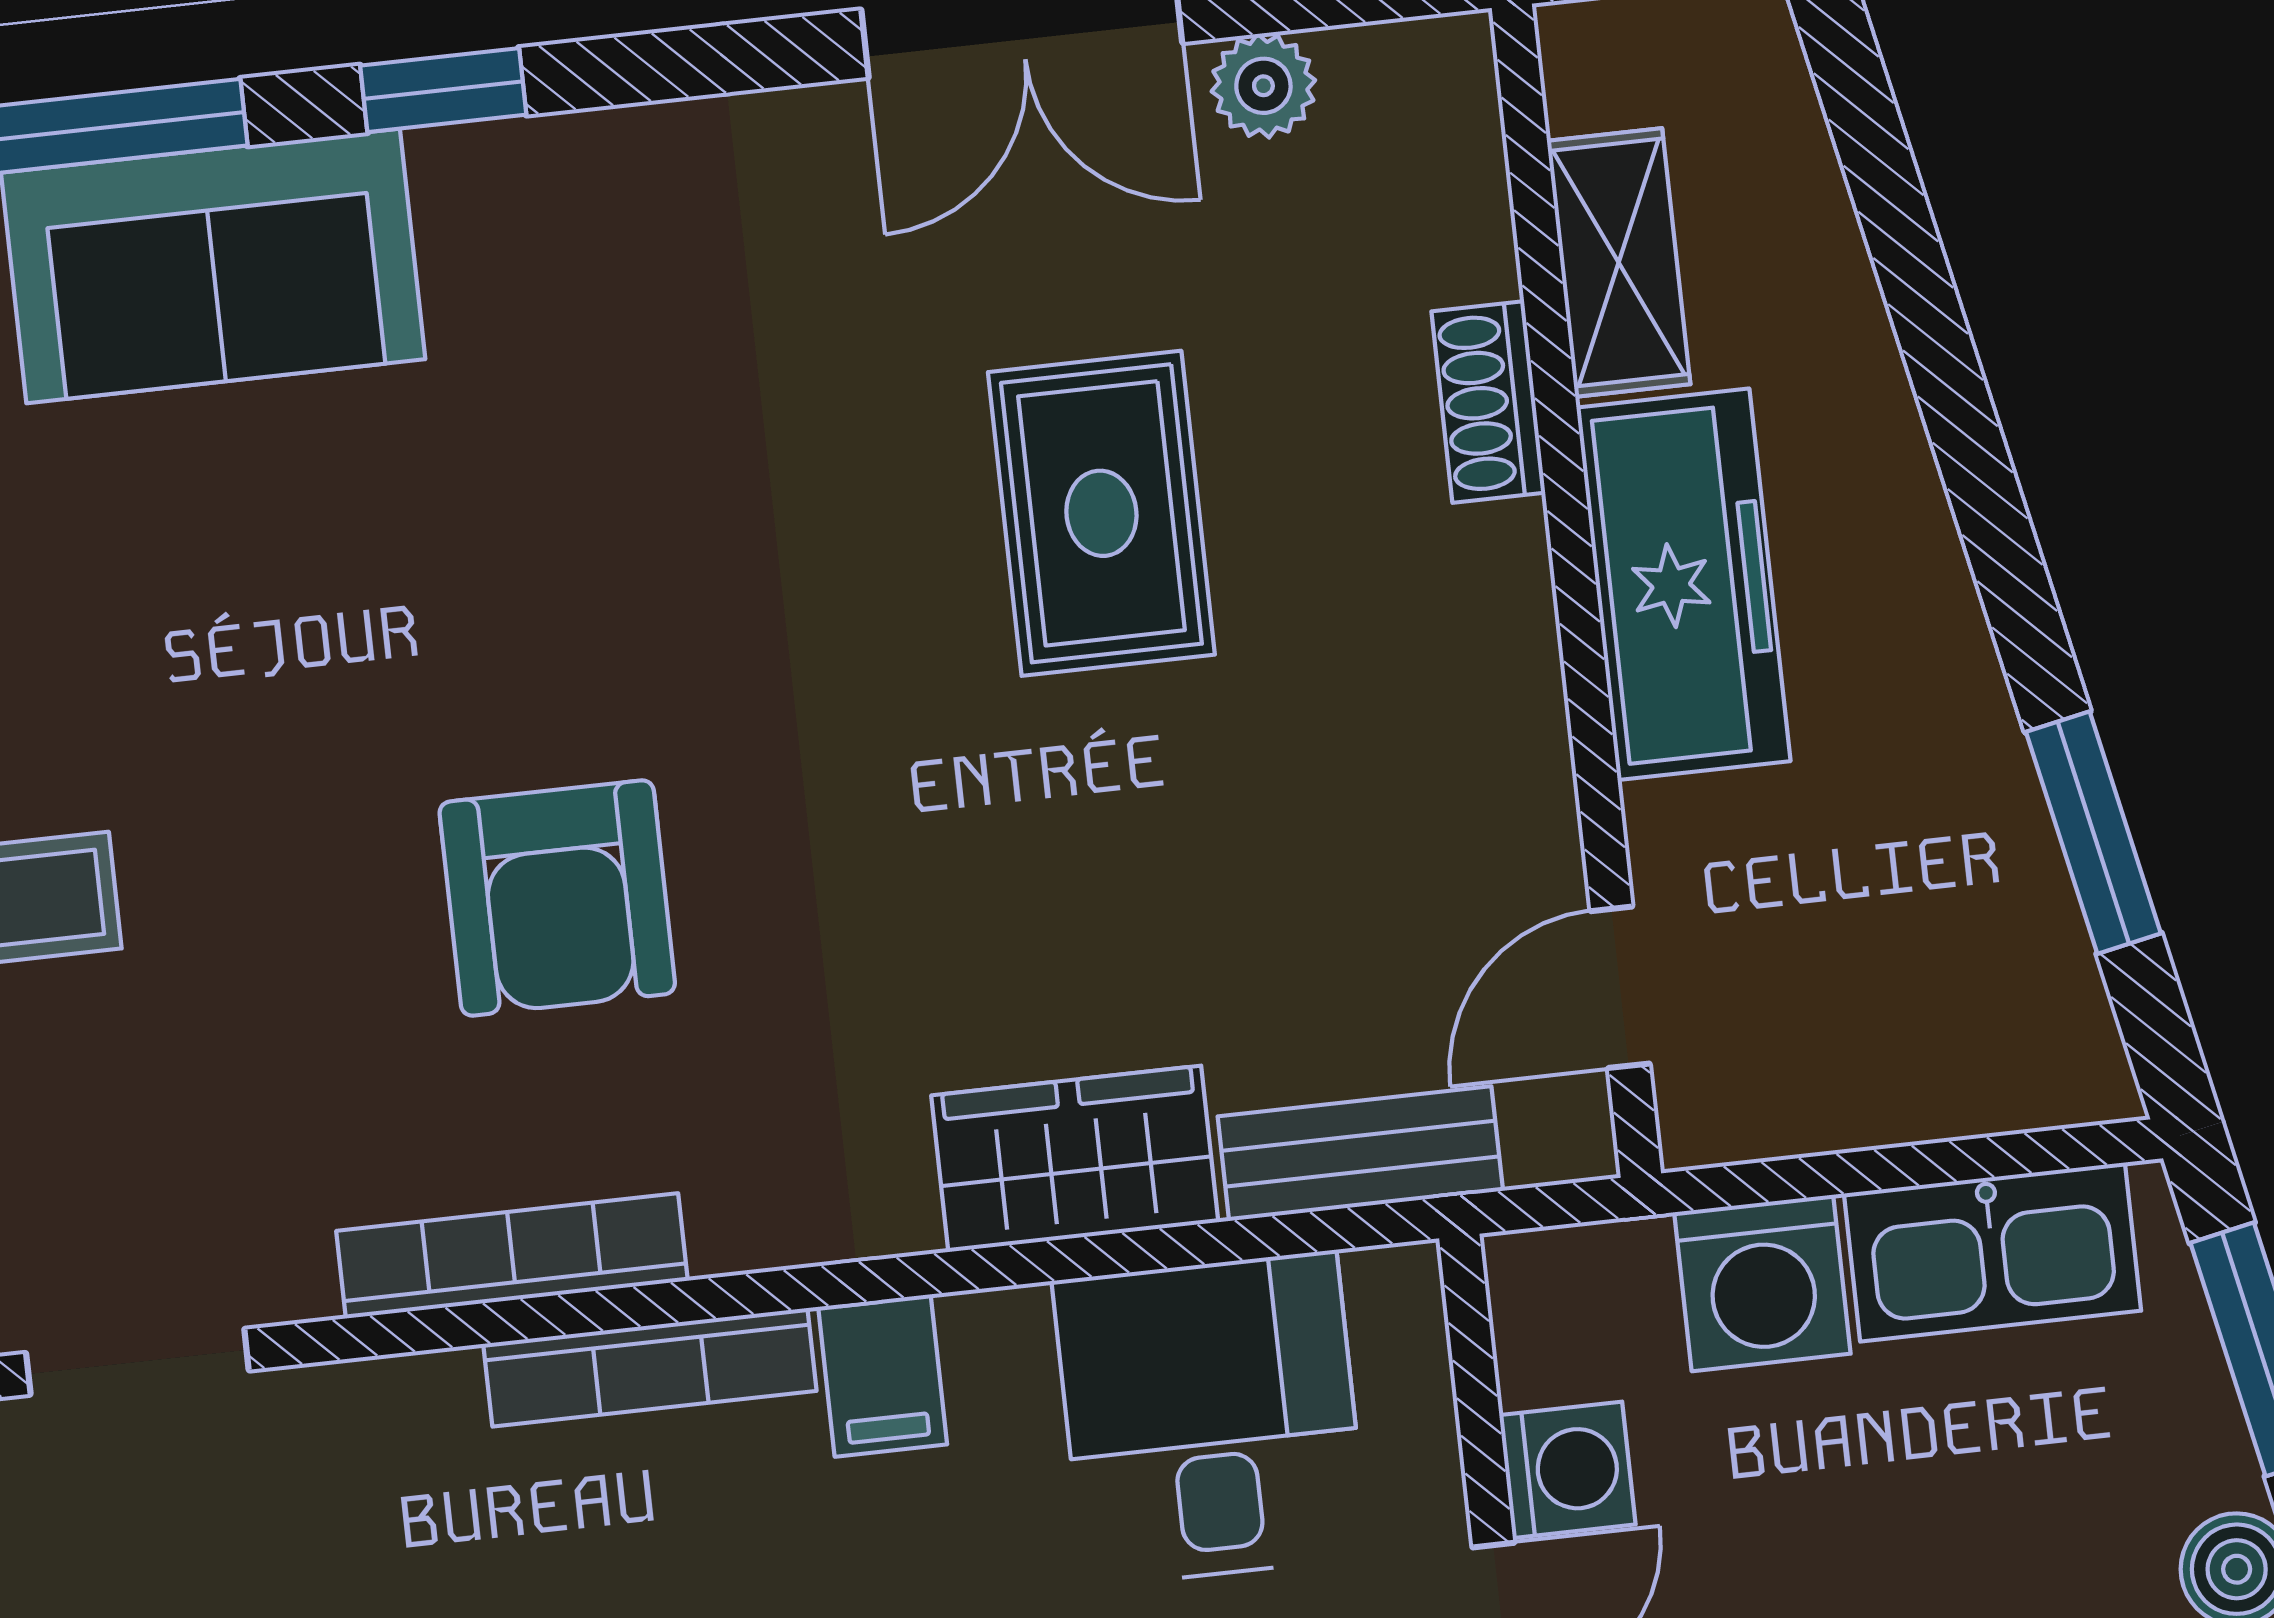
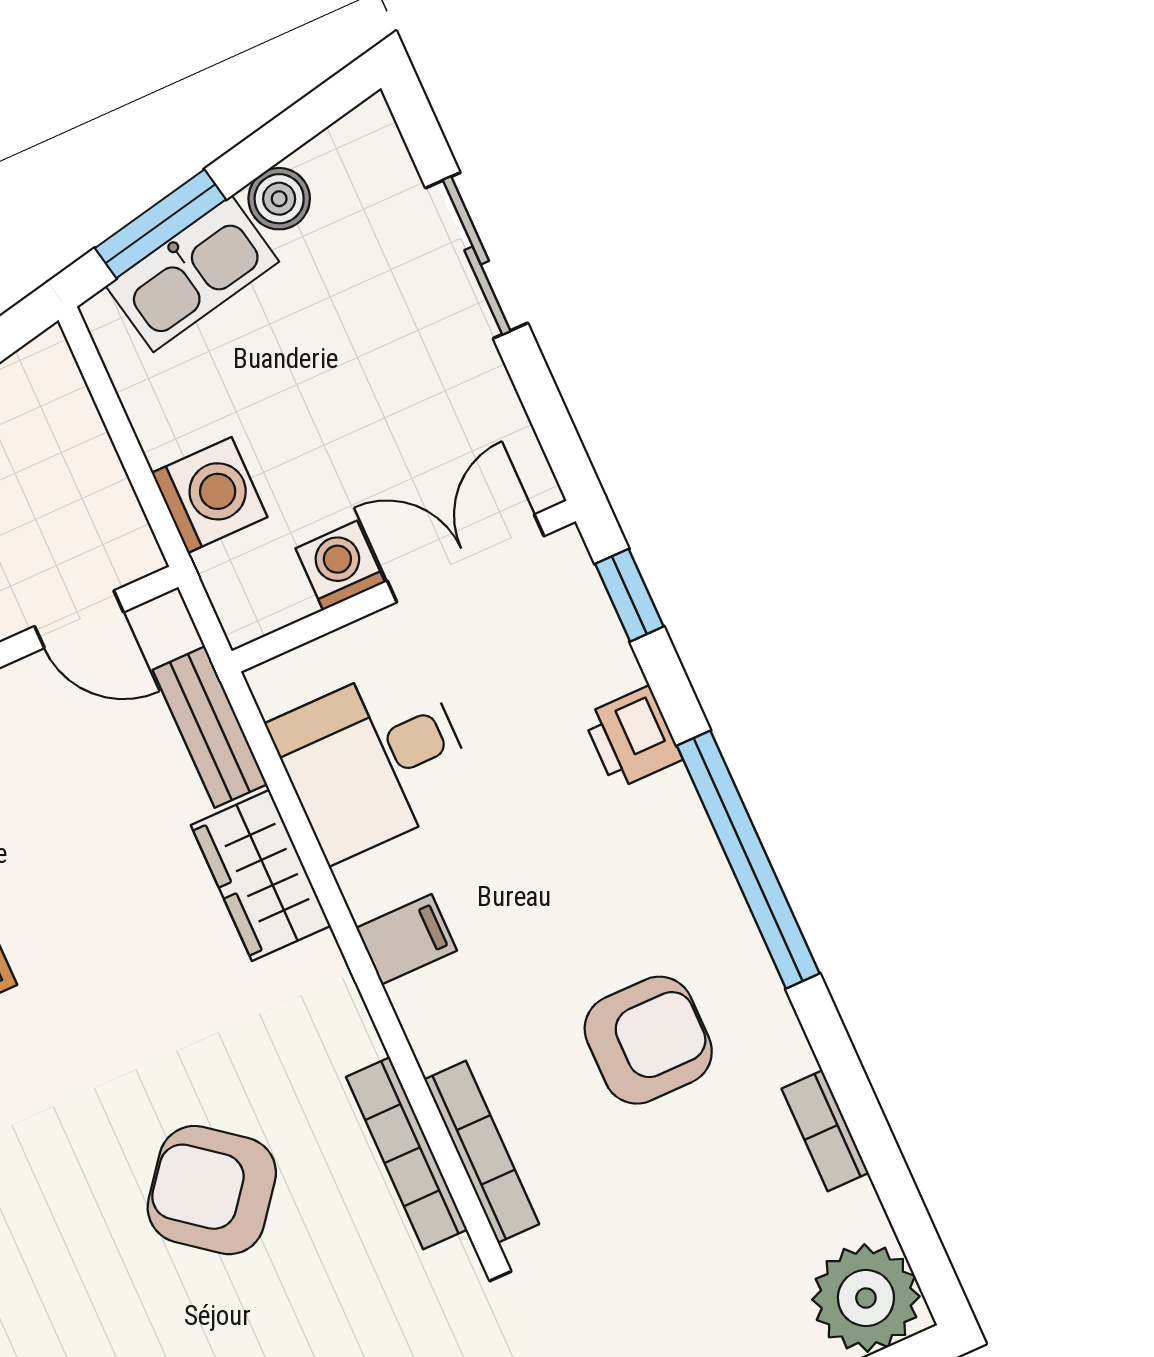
armchair: (557, 898) -> (212, 1190), turned -142
kitchen sink: (1992, 1252) -> (192, 274), moved, turned 78
bookcase: (650, 1367) -> (482, 1152), moved

